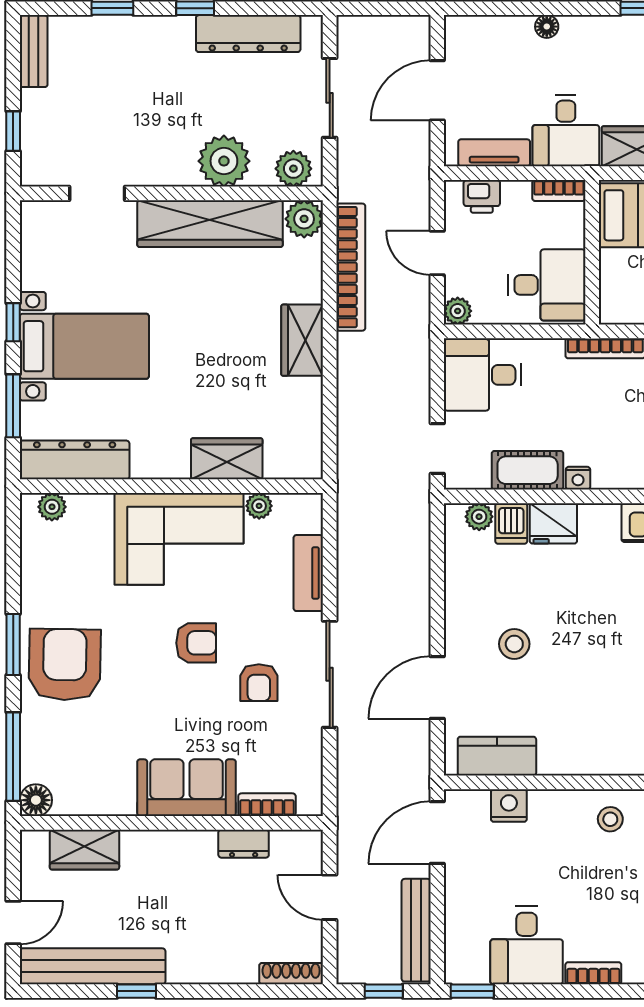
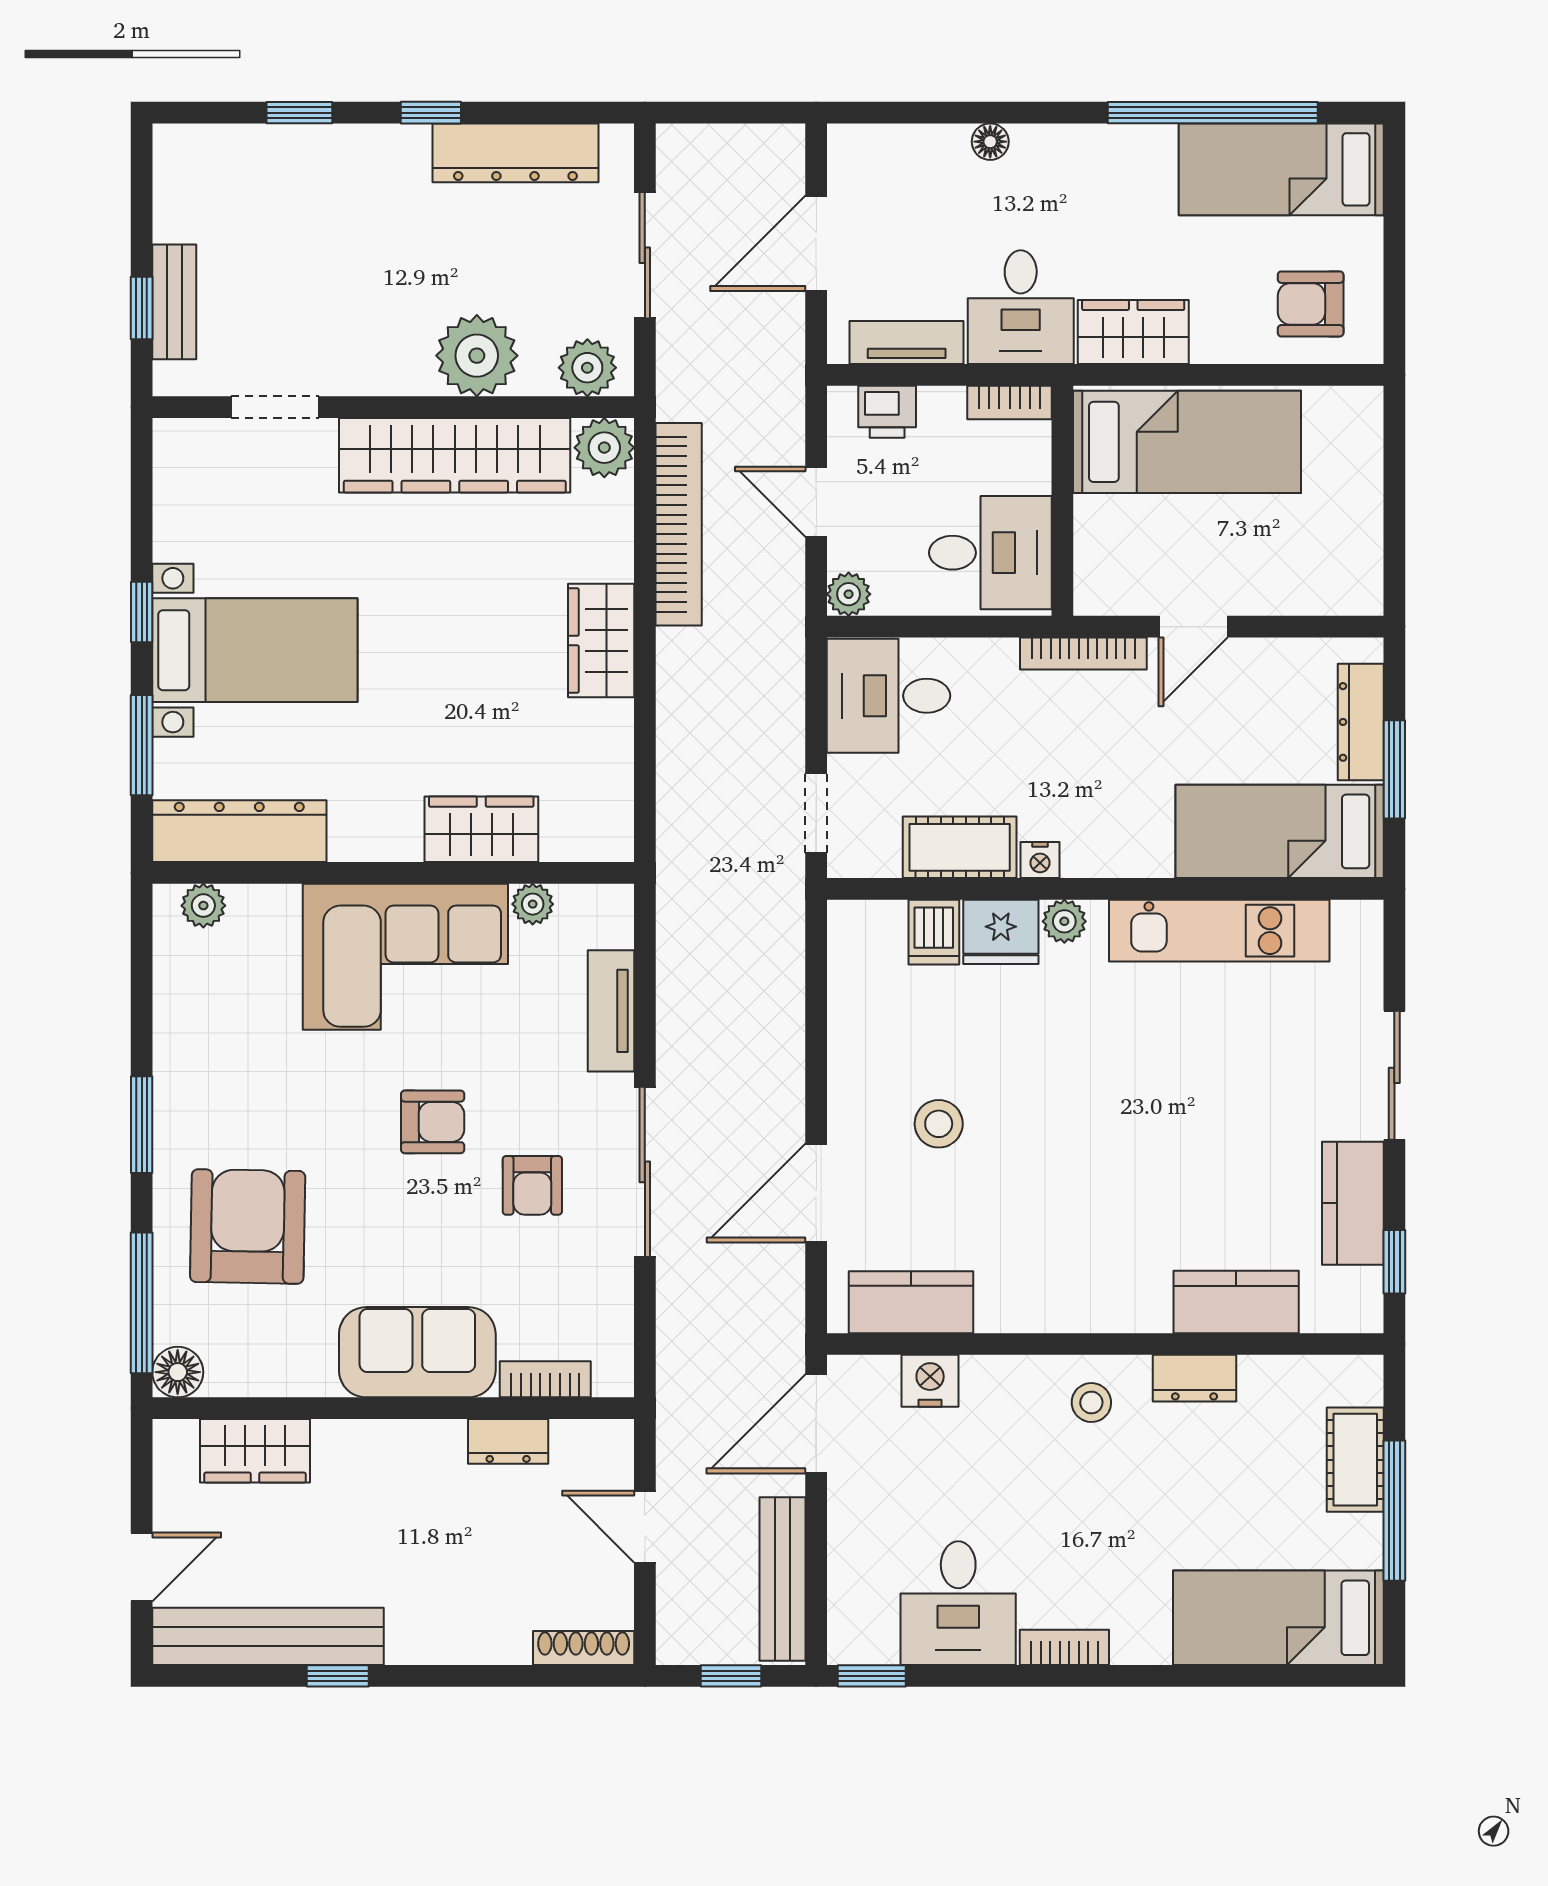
bench: (34, 51) -> (174, 302), moved
plant: (479, 517) -> (1064, 921), moved
armchair: (65, 665) -> (248, 1226), moved

